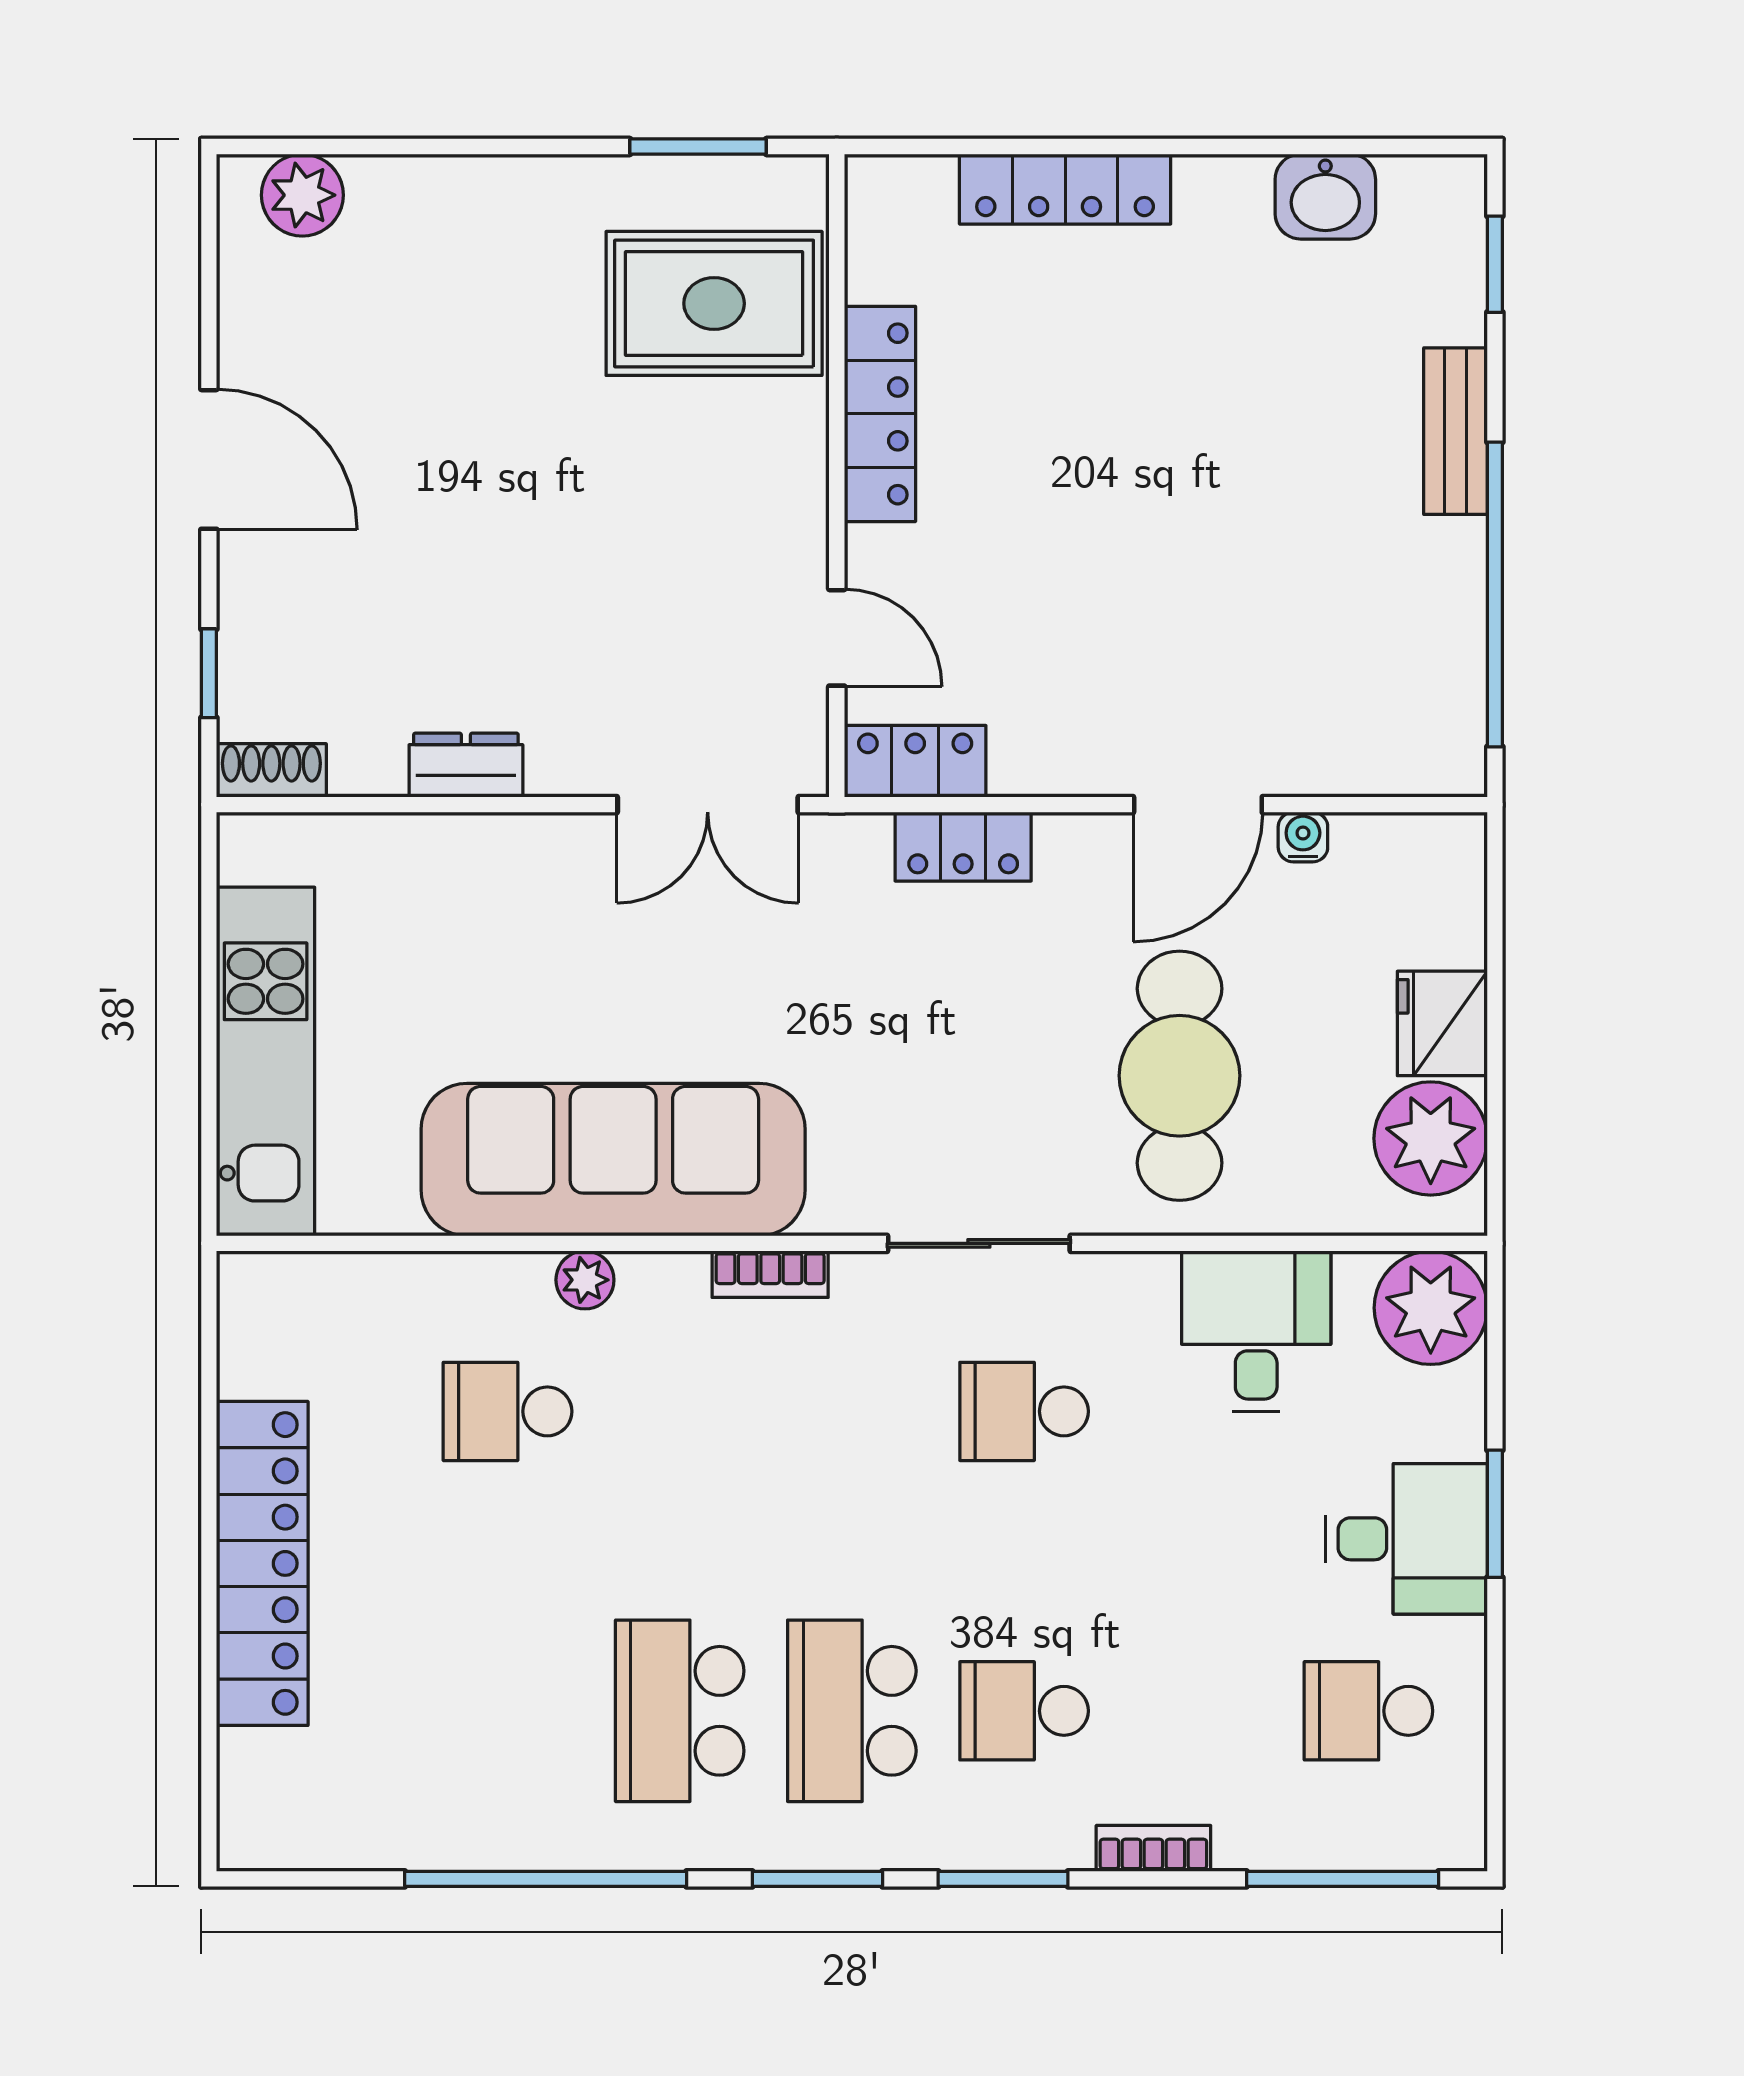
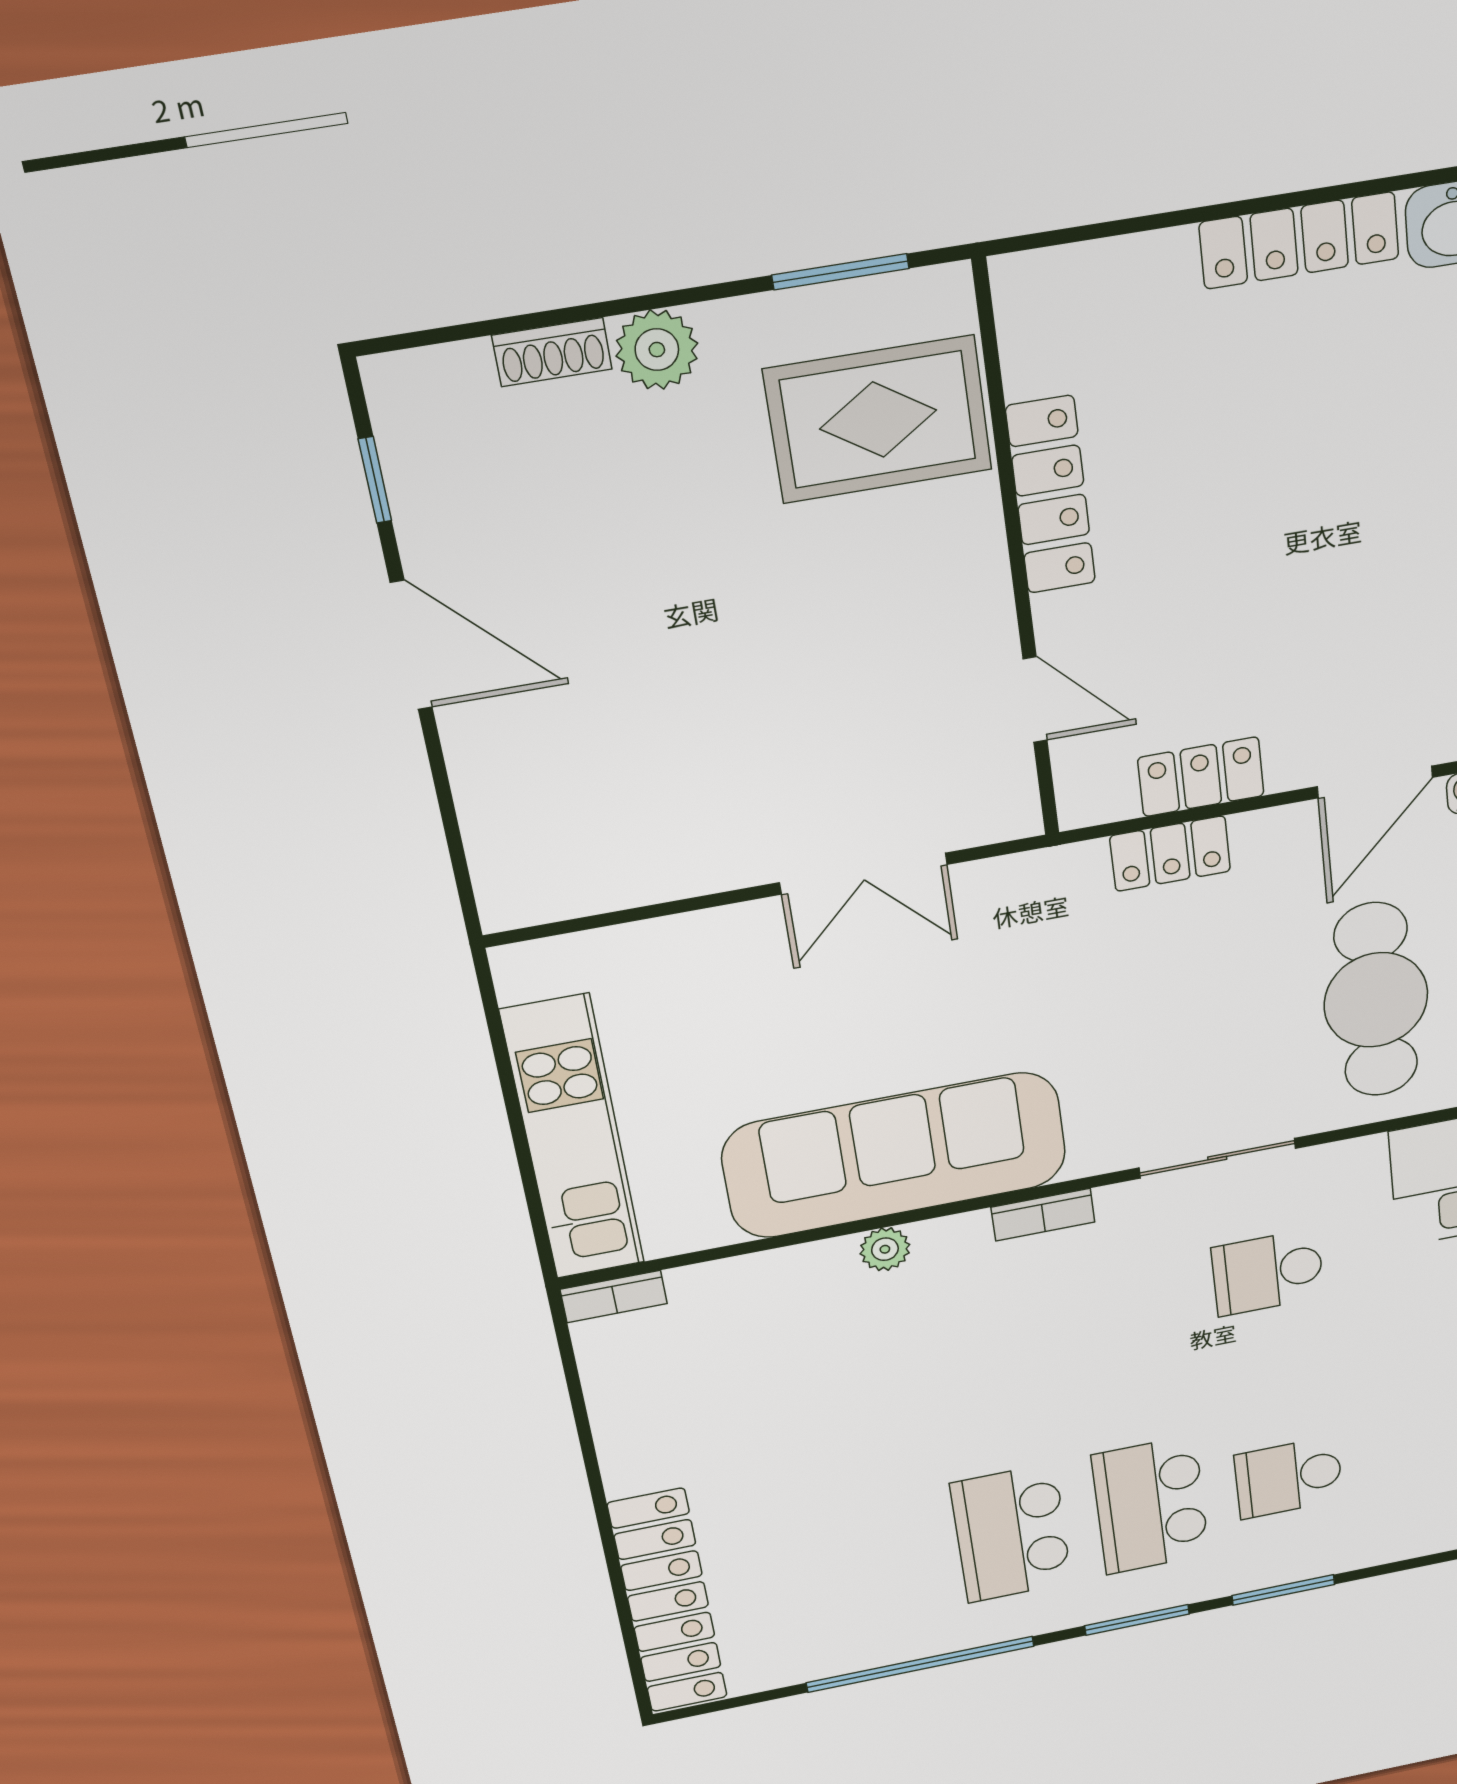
locker: (1065, 189) -> (1299, 240), moved
plant: (302, 195) -> (657, 350), moved
window: (209, 673) -> (375, 480), moved
locker: (915, 761) -> (1201, 777), moved
dresser: (466, 765) -> (709, 867), removed
shoe rack: (271, 770) -> (552, 352), moved, turned 180
double door: (708, 805) -> (863, 874), moved
school desk: (508, 1411) -> (835, 1357), removed
locker: (262, 1563) -> (668, 1601), moved
bookcase: (1153, 1848) -> (614, 1296), moved, turned 180

